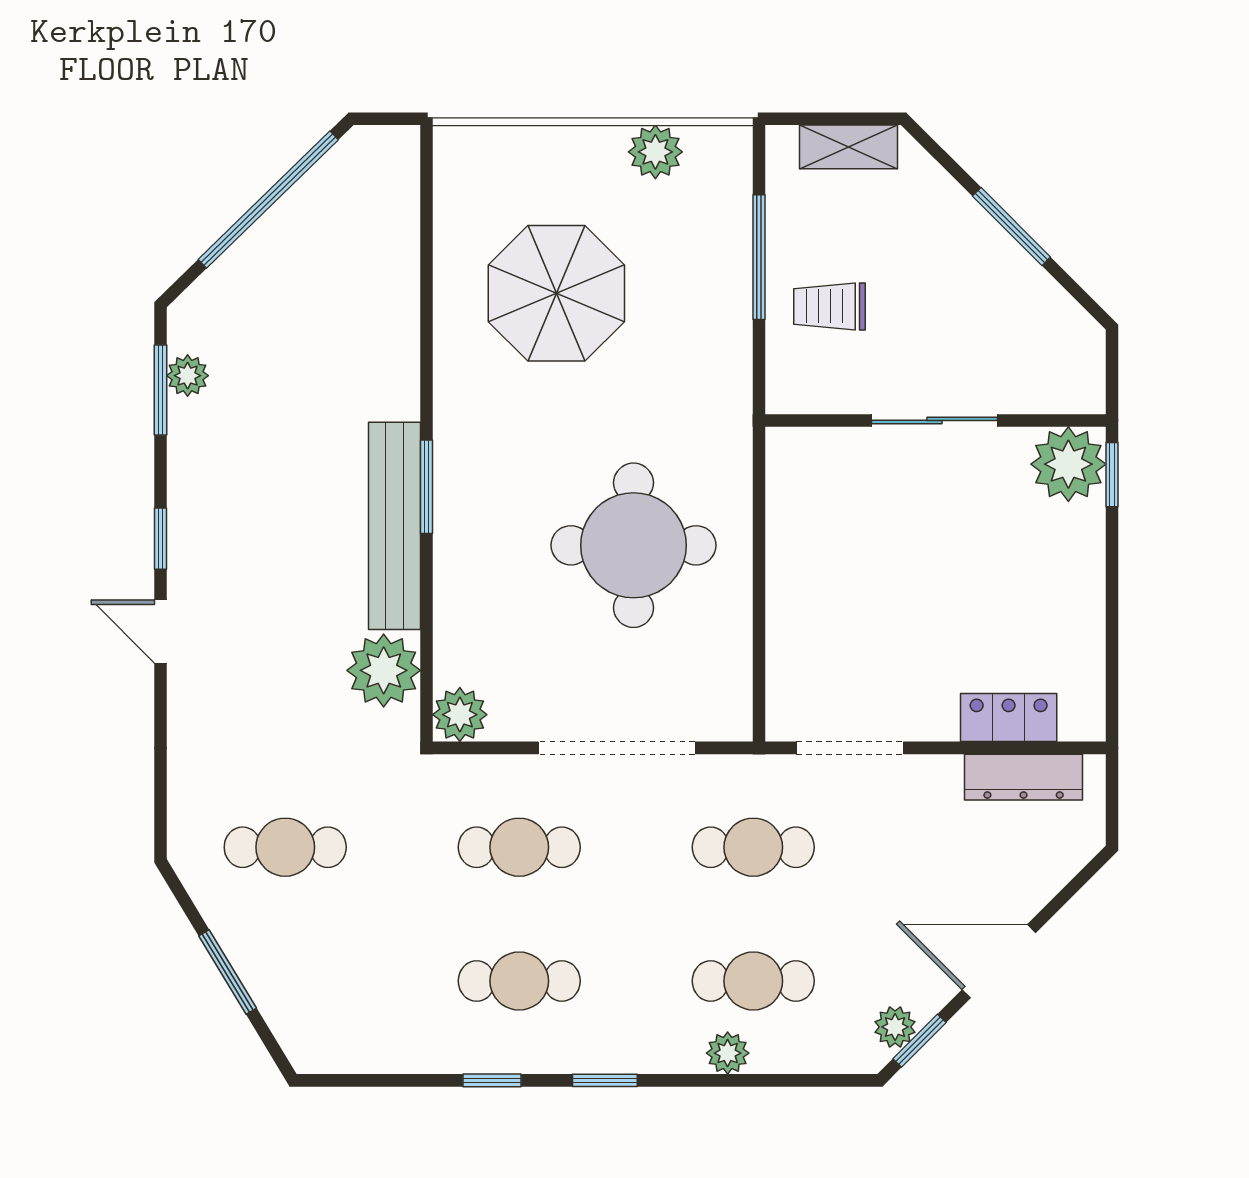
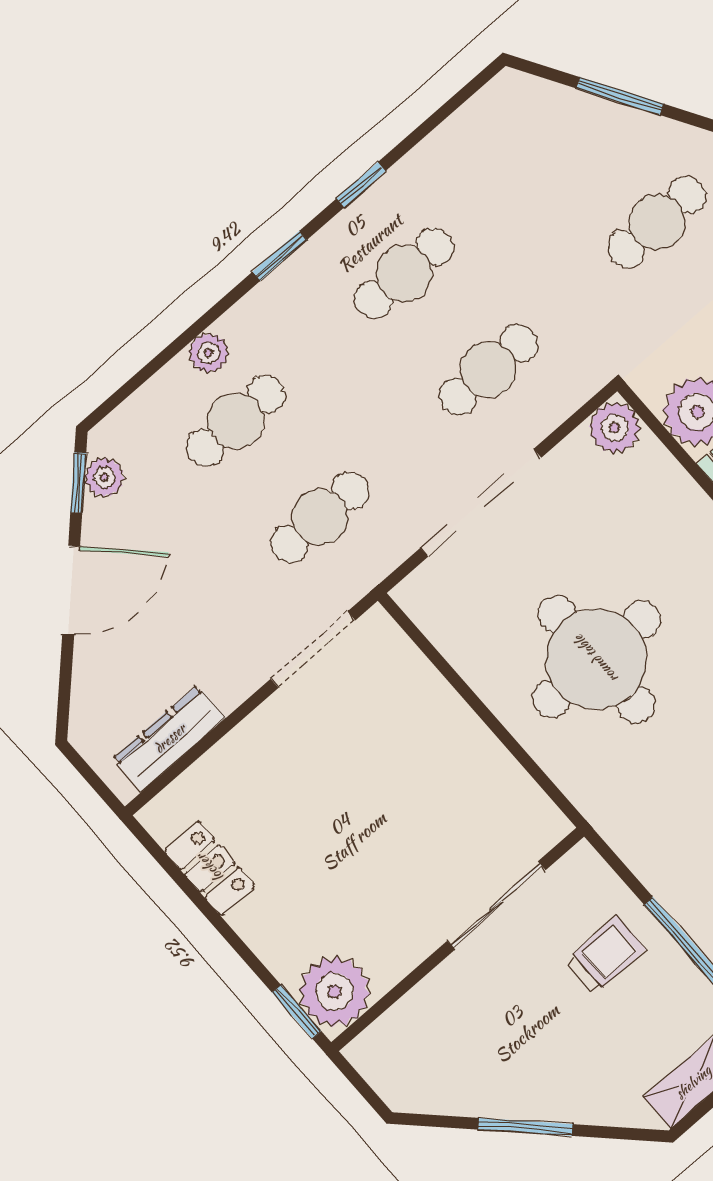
sliding door: (934, 420) -> (496, 905), moved
locker: (1009, 717) -> (210, 868), moved, turned -90

